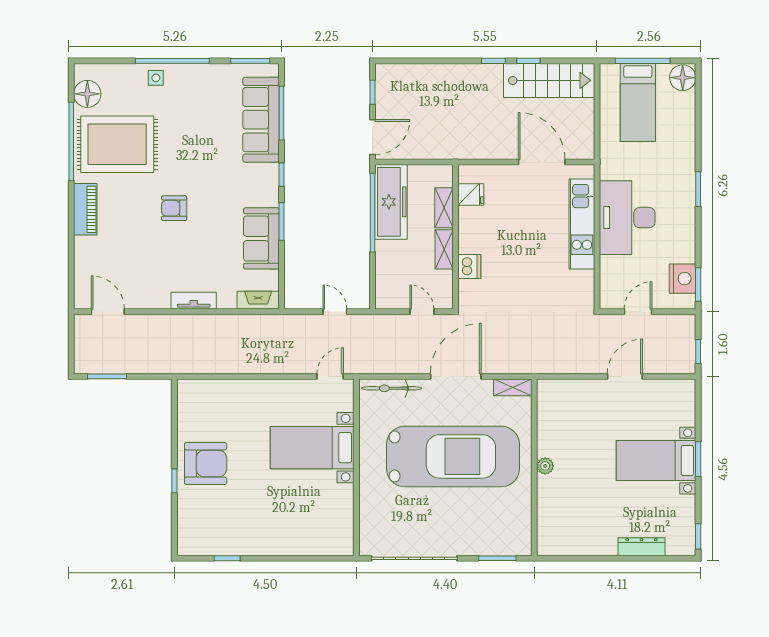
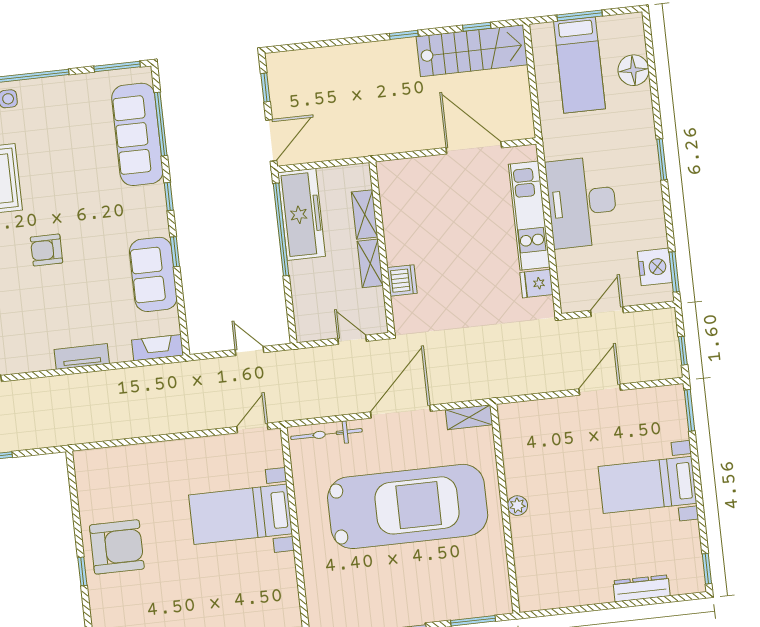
window: (528, 61) -> (477, 27), moved
window: (643, 61) -> (580, 15), width x0.69
floor lamp: (683, 78) -> (633, 70), moved
fridge: (471, 194) -> (536, 284), moved, turned 180
window: (282, 221) -> (175, 252), width x0.67
window: (698, 459) -> (689, 410), moved

